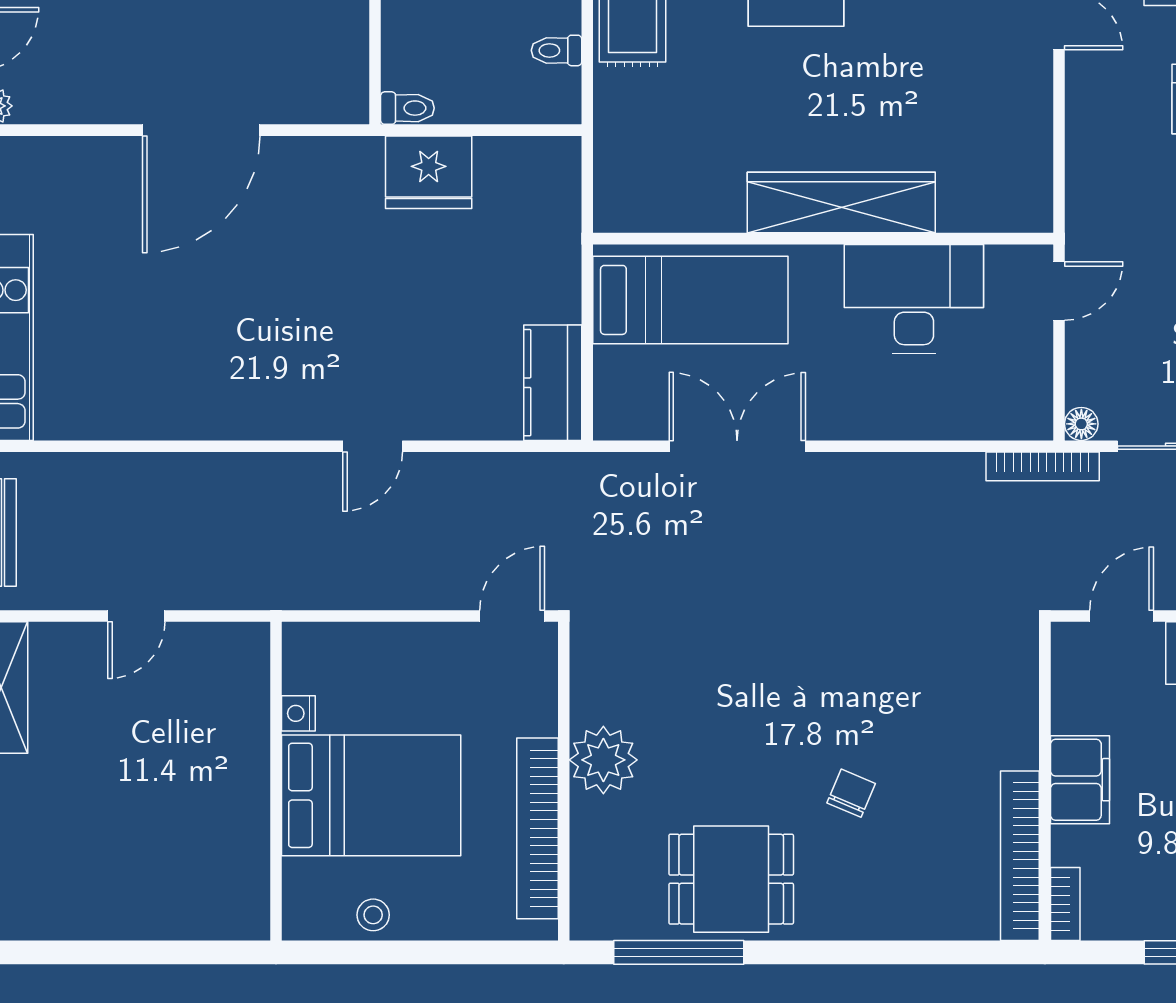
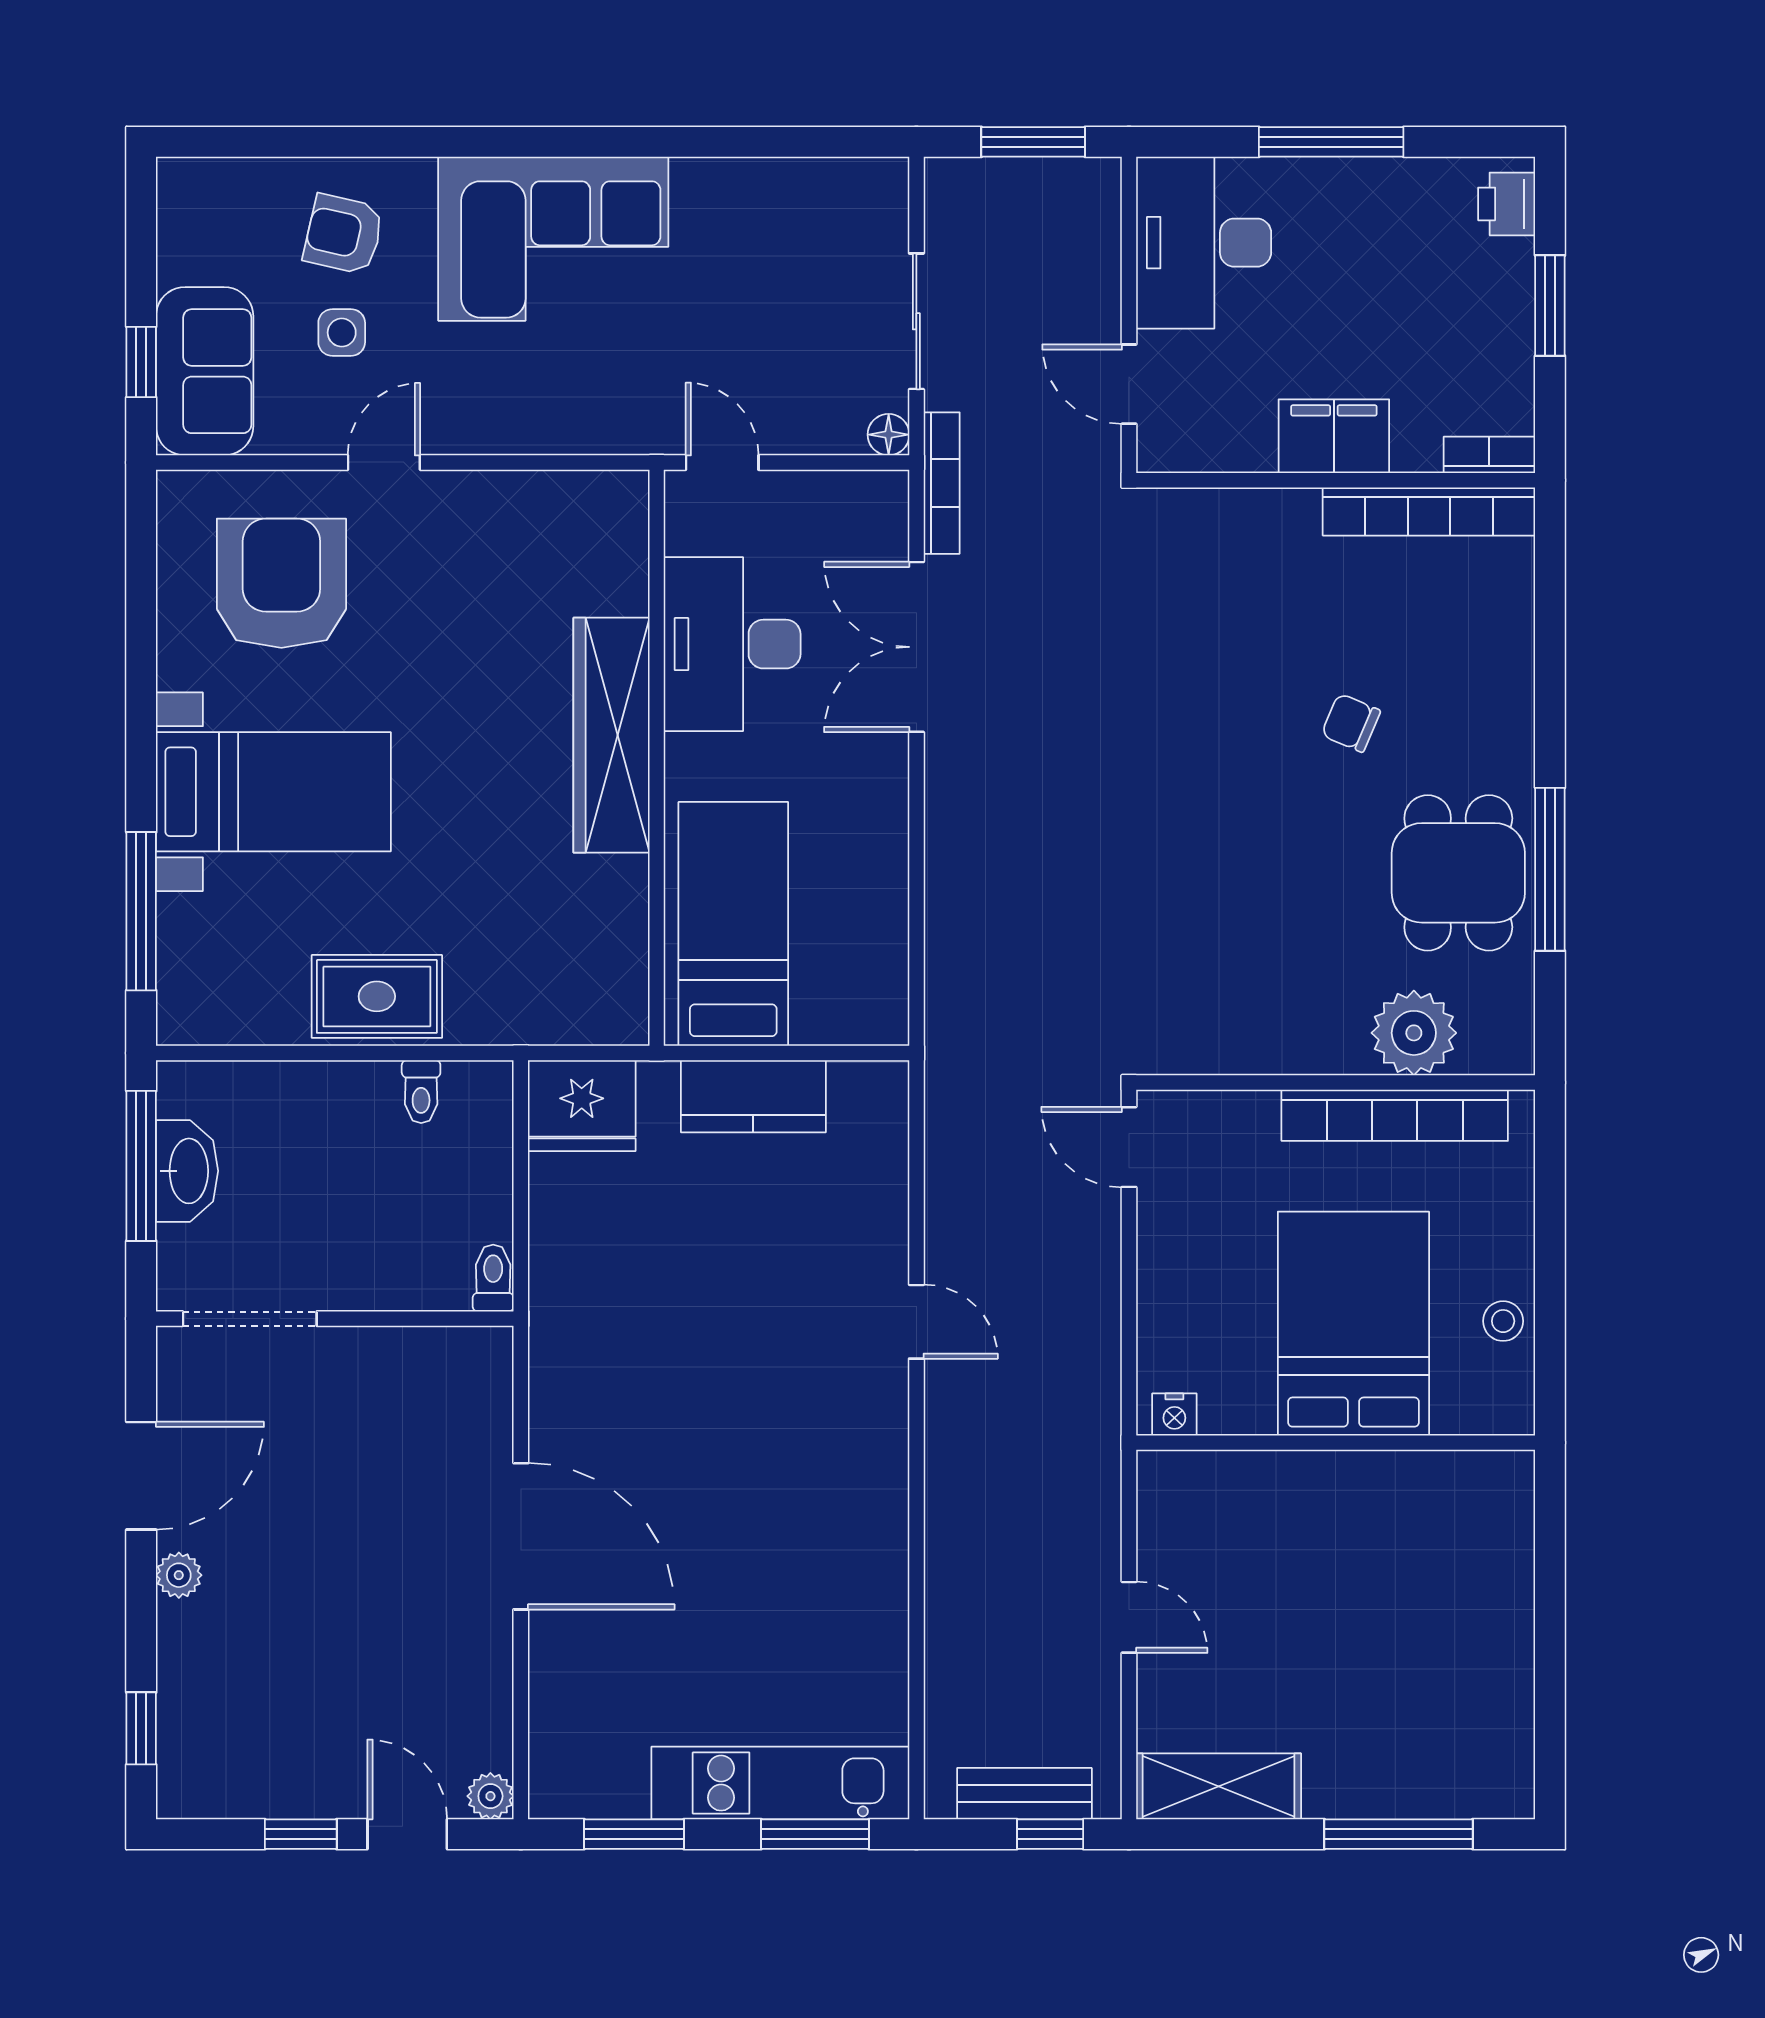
fridge: (429, 172) -> (582, 1106), moved, turned 90
kitchen counter: (553, 383) -> (753, 1096), moved
double door: (737, 446) -> (916, 647), moved
nightstand: (298, 713) -> (1174, 1415), moved
plant: (603, 760) -> (1414, 1033), moved
window: (679, 952) -> (1550, 869), moved

